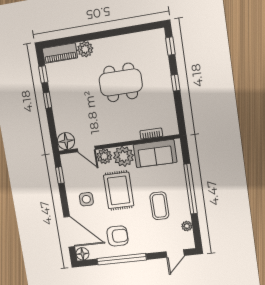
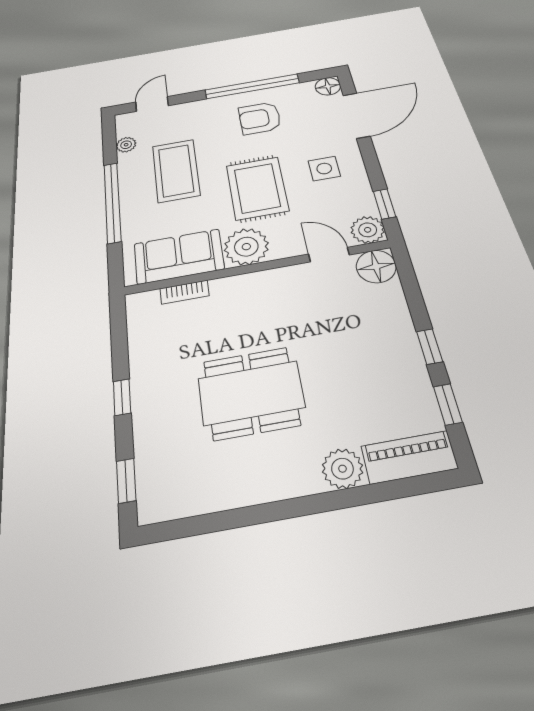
plant: (104, 156) -> (368, 230), moved
coffee table: (159, 206) -> (176, 170), width x1.36, depth x1.32
door: (69, 232) -> (356, 115), swing flipped

